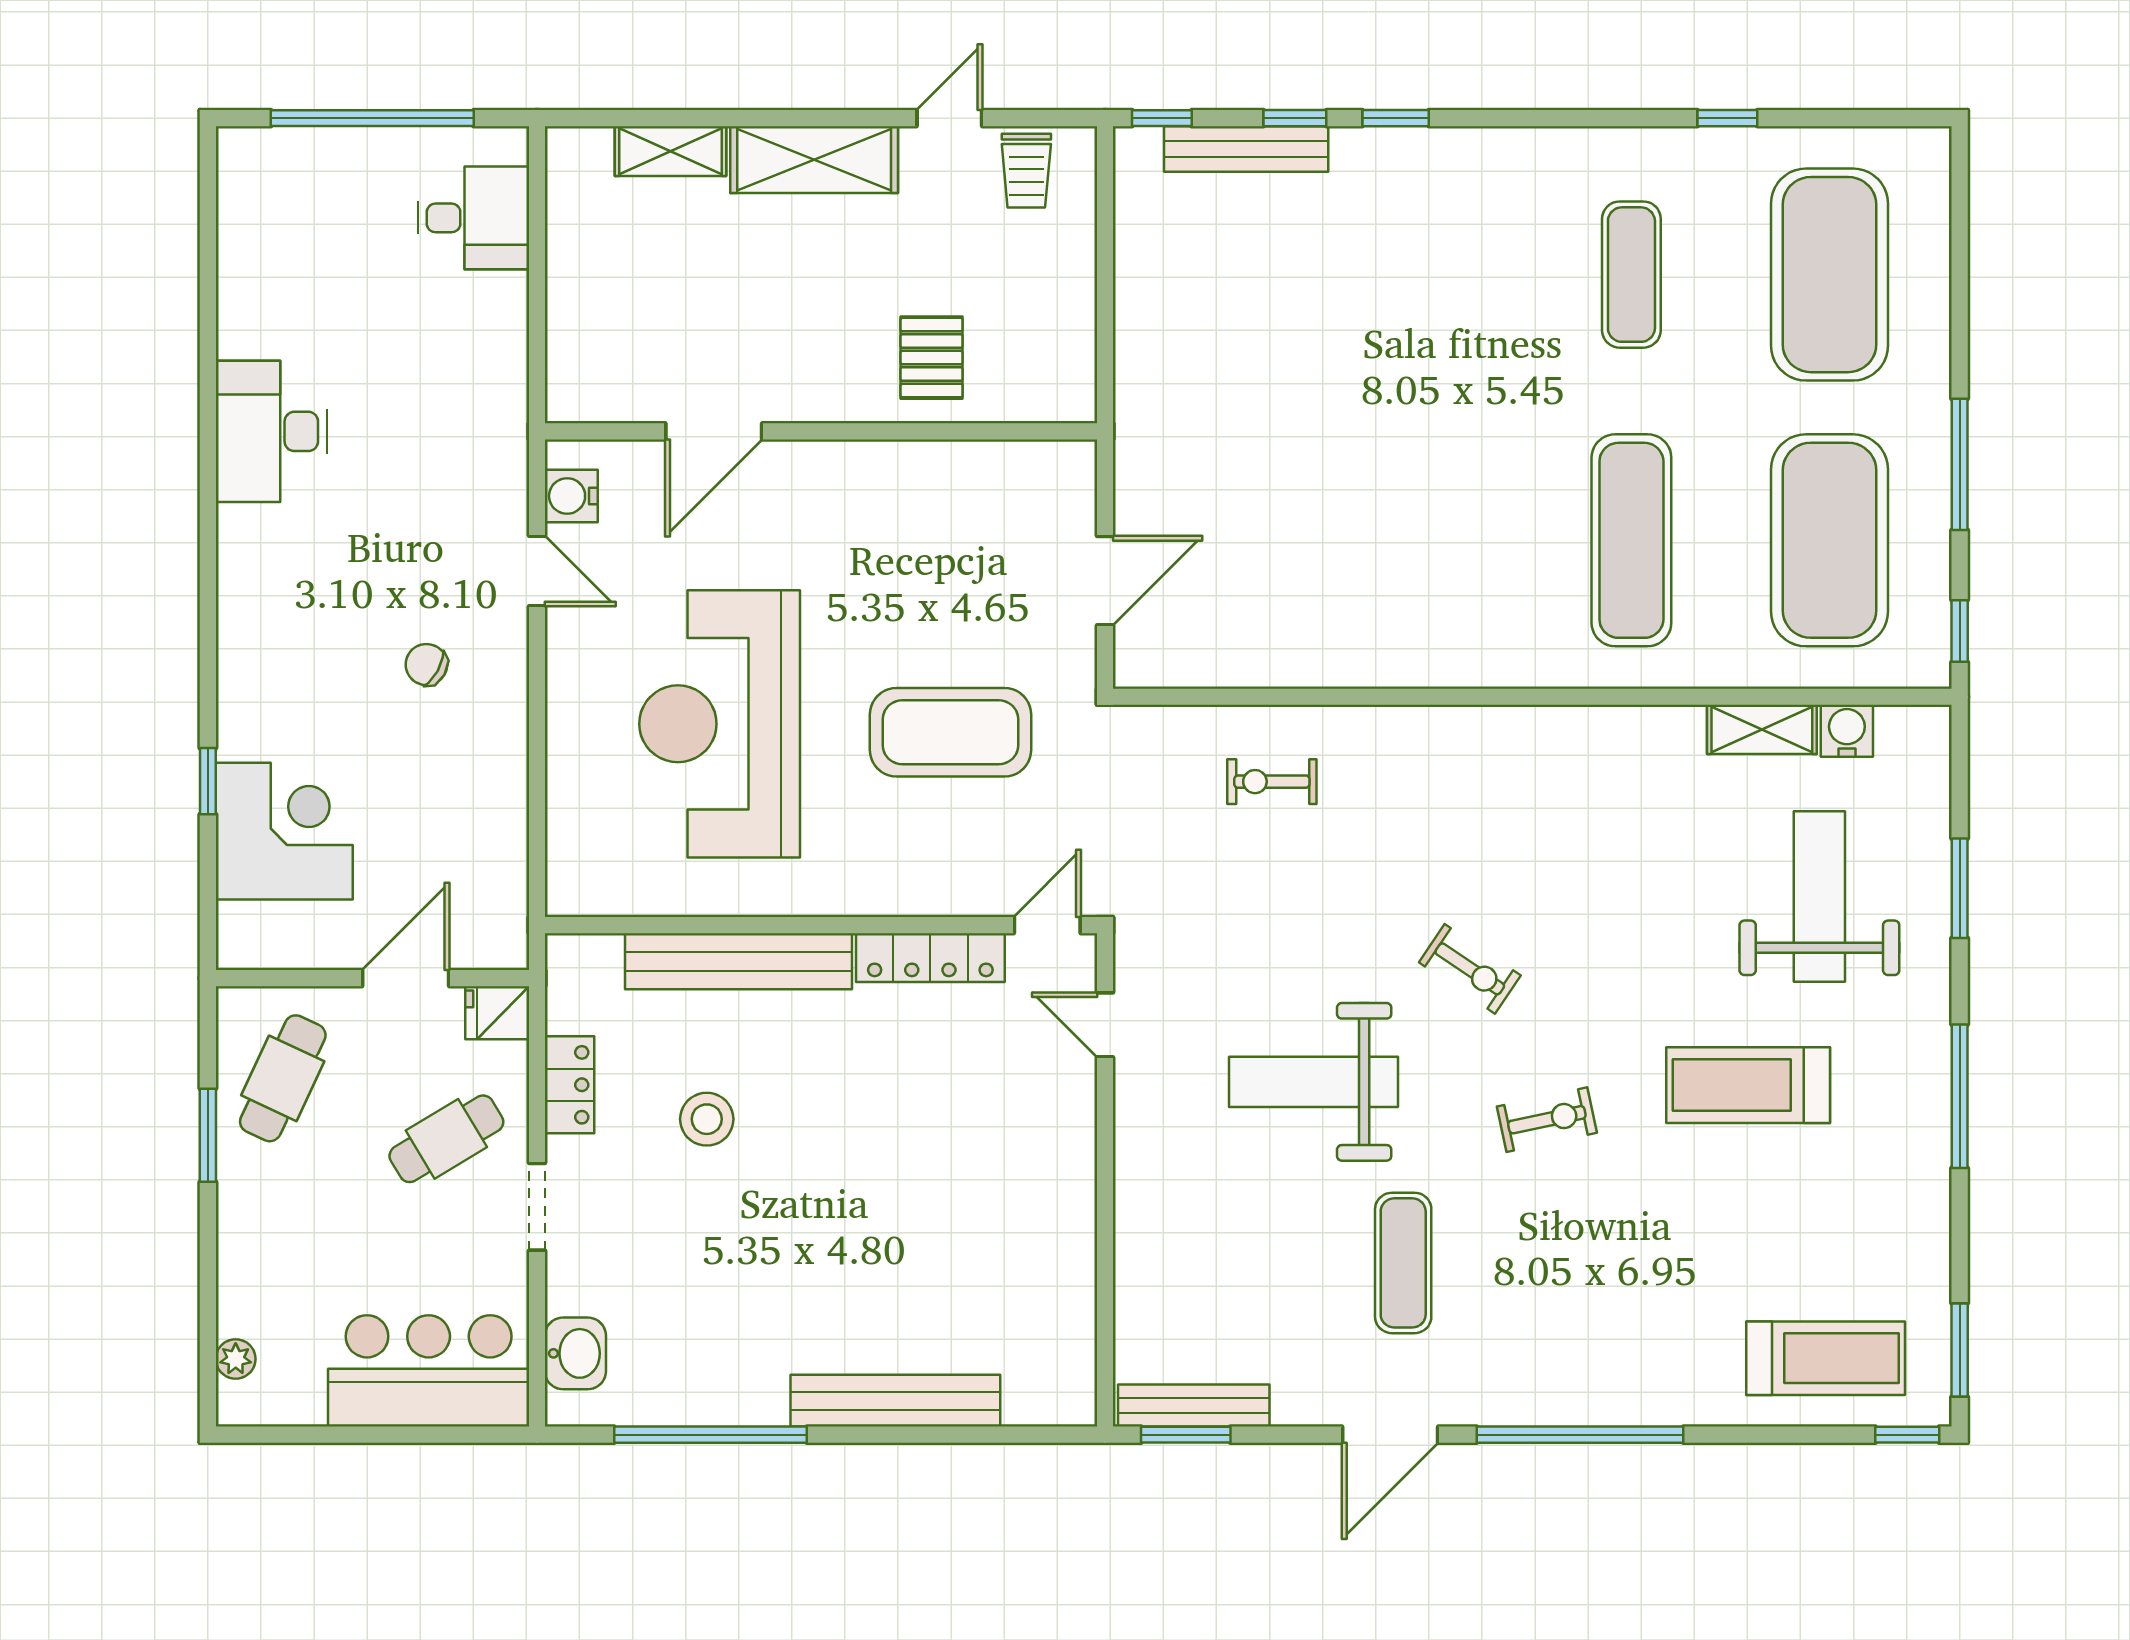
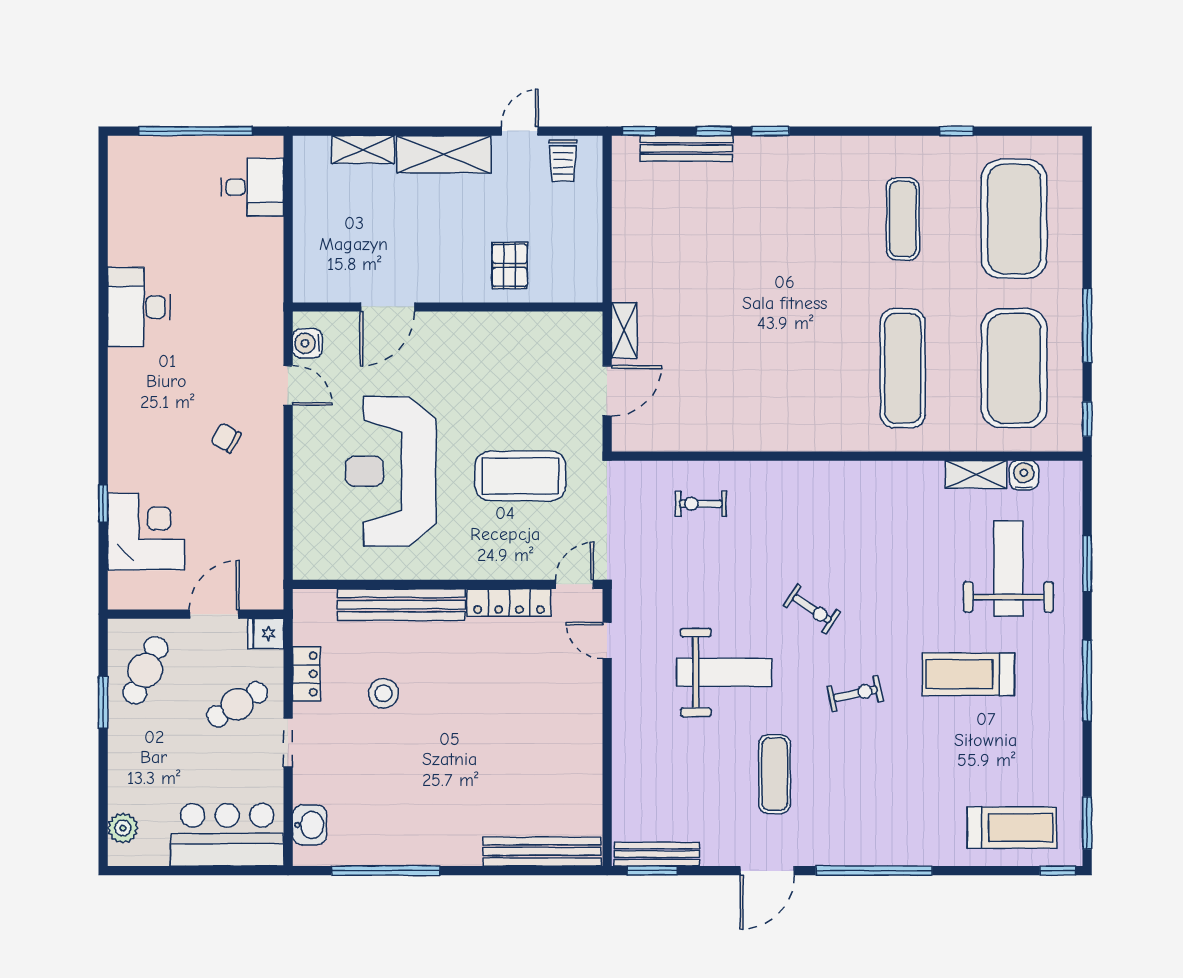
shelving: (1135, 473) -> (624, 330), added
weight bench: (1314, 1082) -> (724, 672), turned 180
plant: (236, 1359) -> (123, 828), width x1.38, depth x1.38
bench: (895, 1401) -> (542, 851), moved

